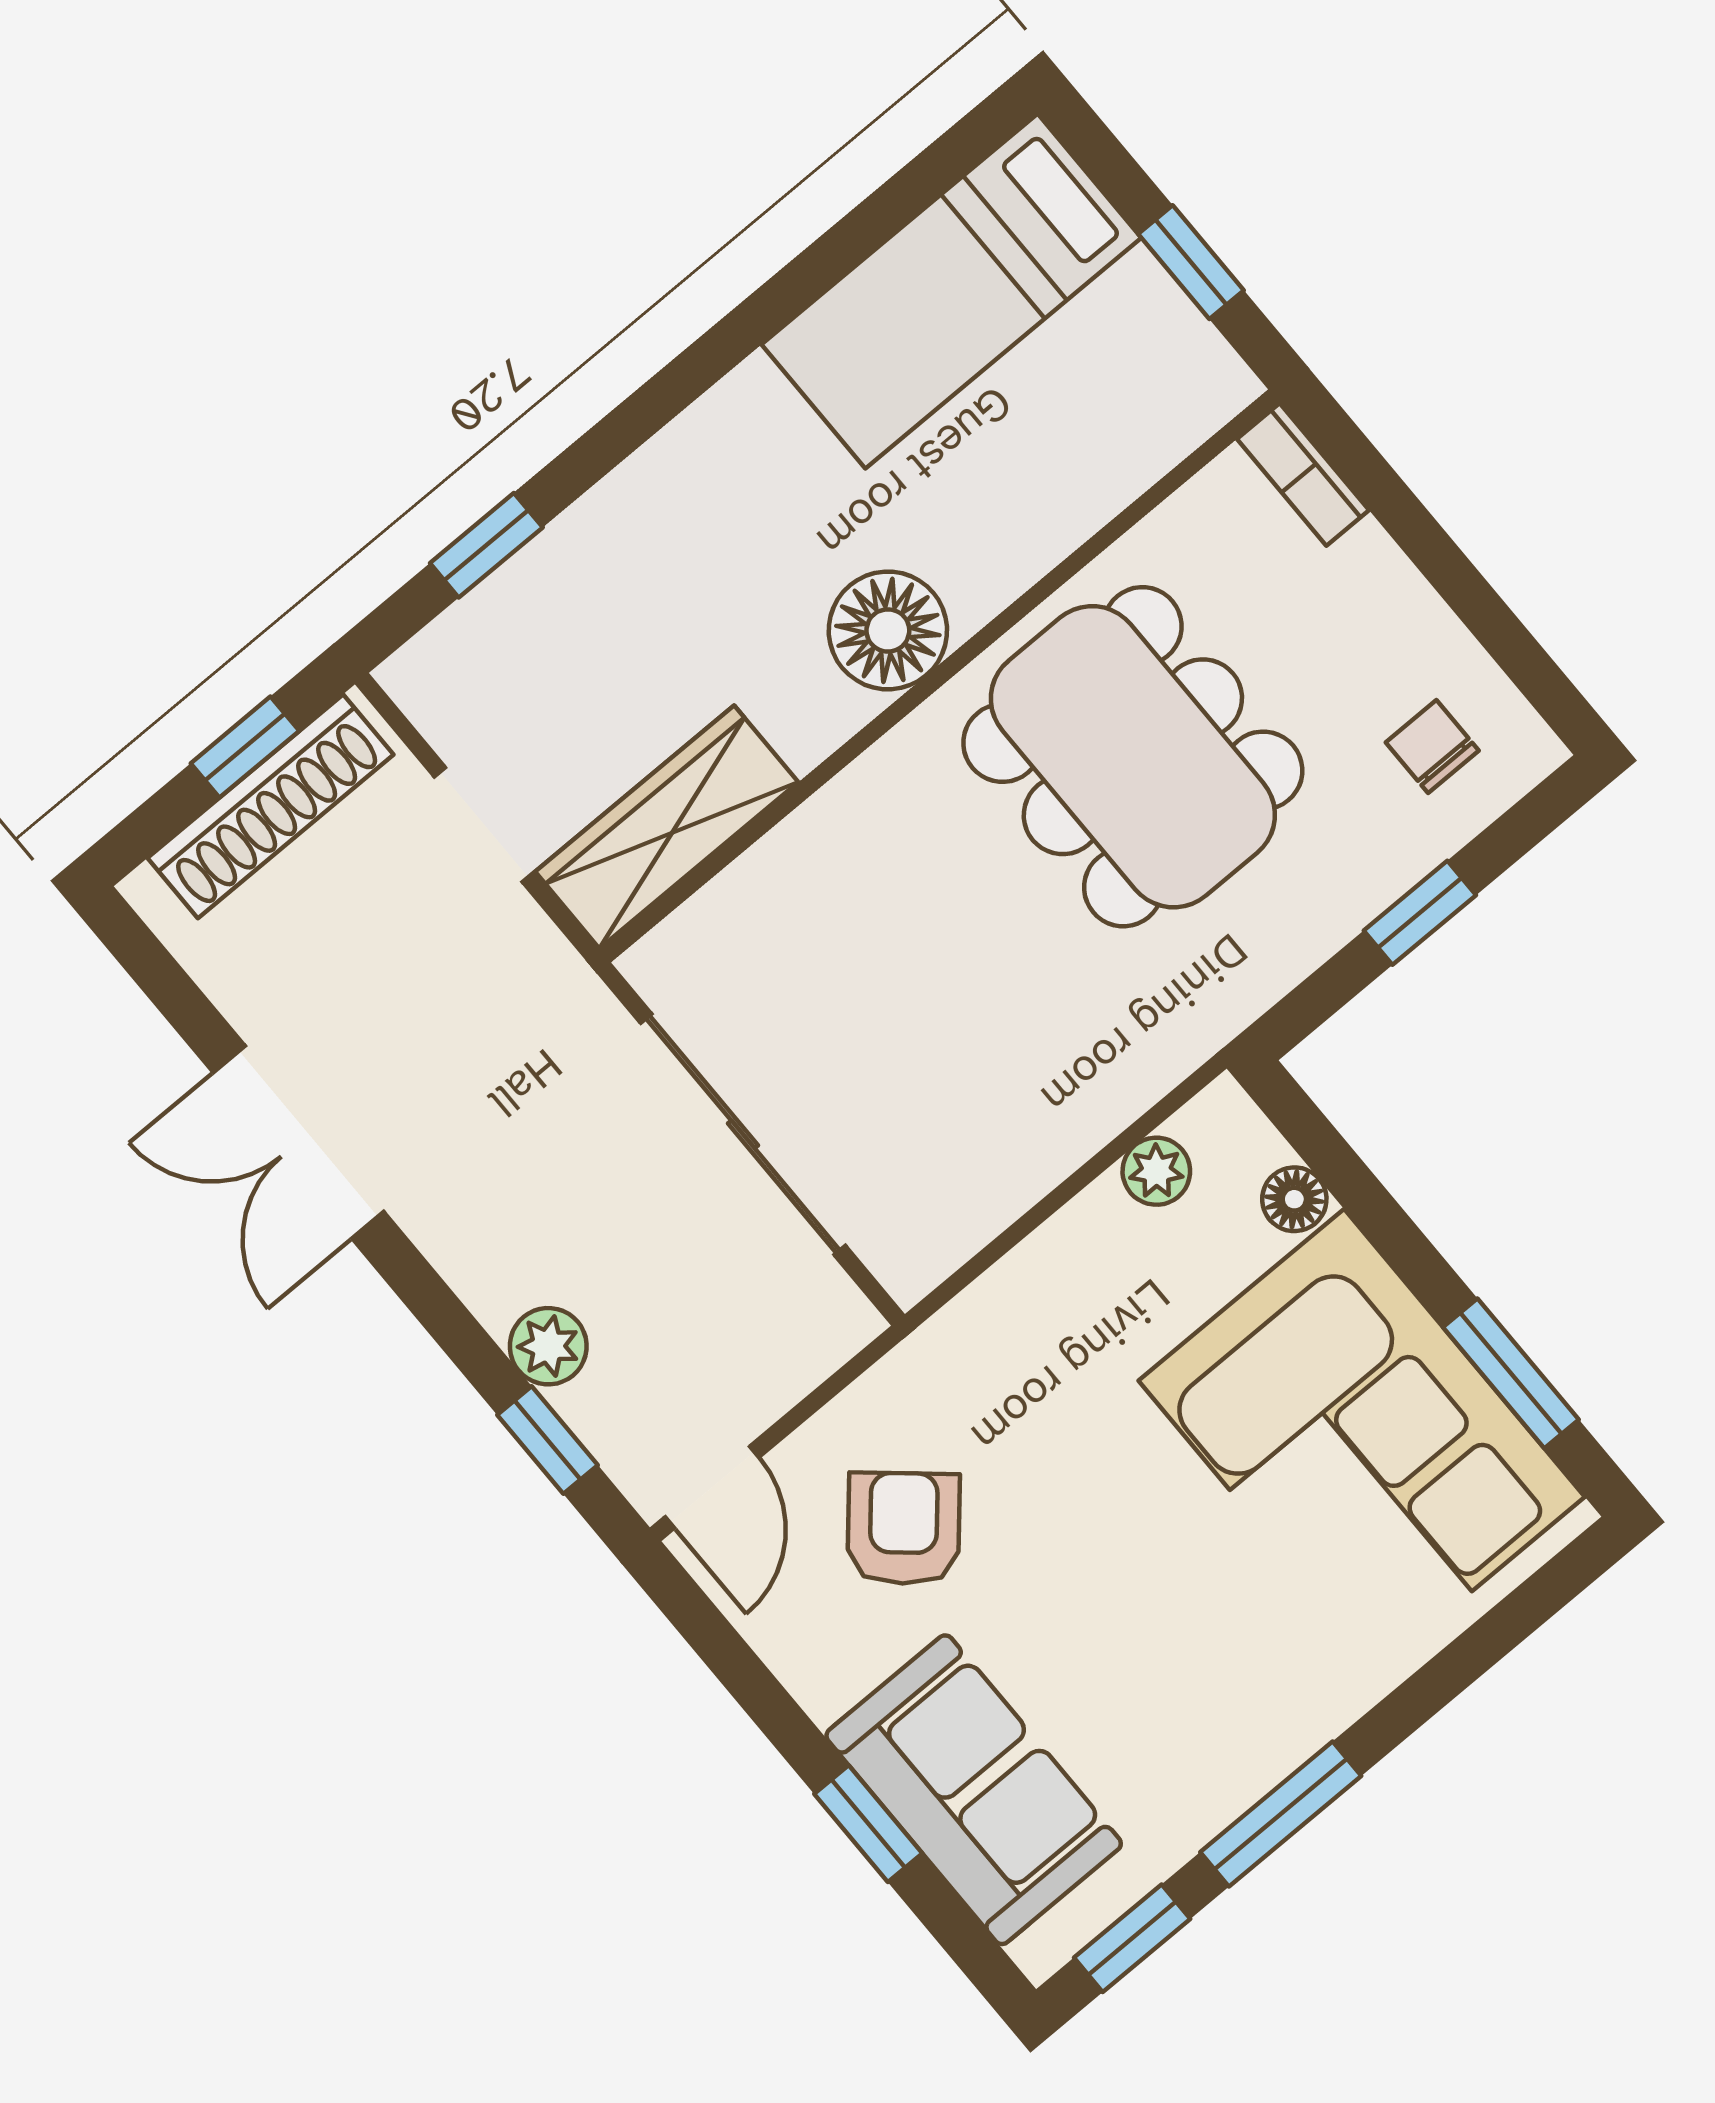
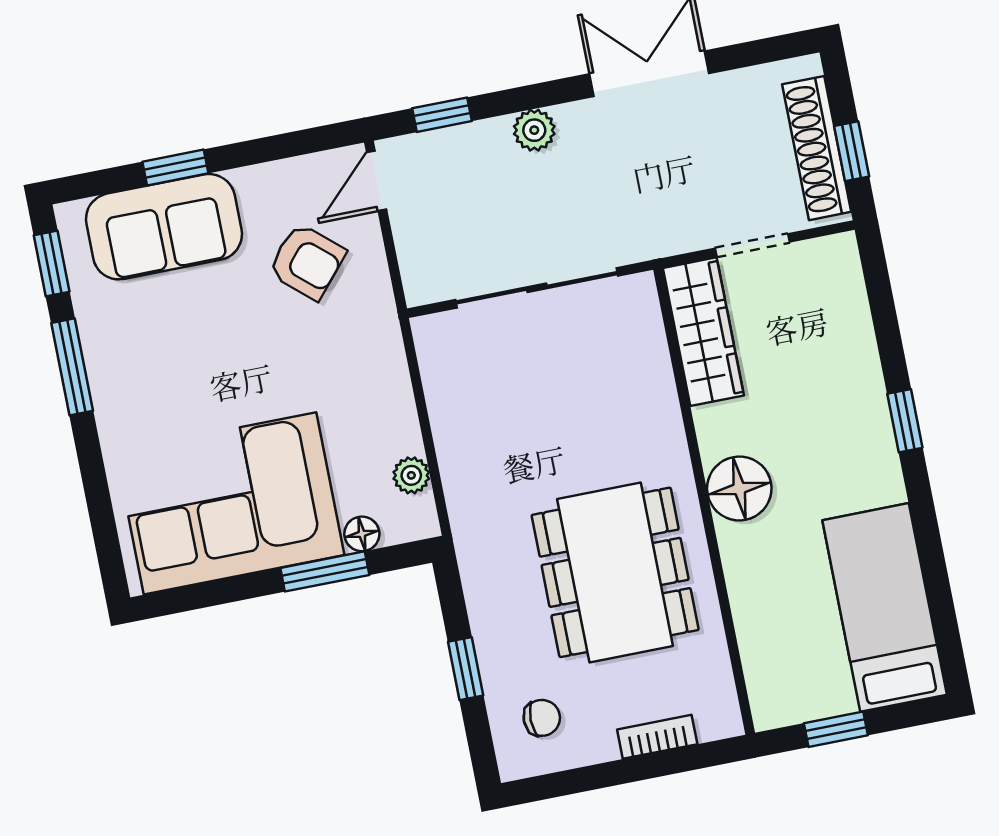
bookcase: (1303, 475) -> (657, 737), moved
window: (486, 545) -> (905, 421), moved
dining table: (1133, 757) -> (615, 572), turned 90
plant: (548, 1346) -> (534, 130), moved
window: (1511, 1373) -> (325, 571), moved
door: (712, 1487) -> (377, 181), hinge flipped

